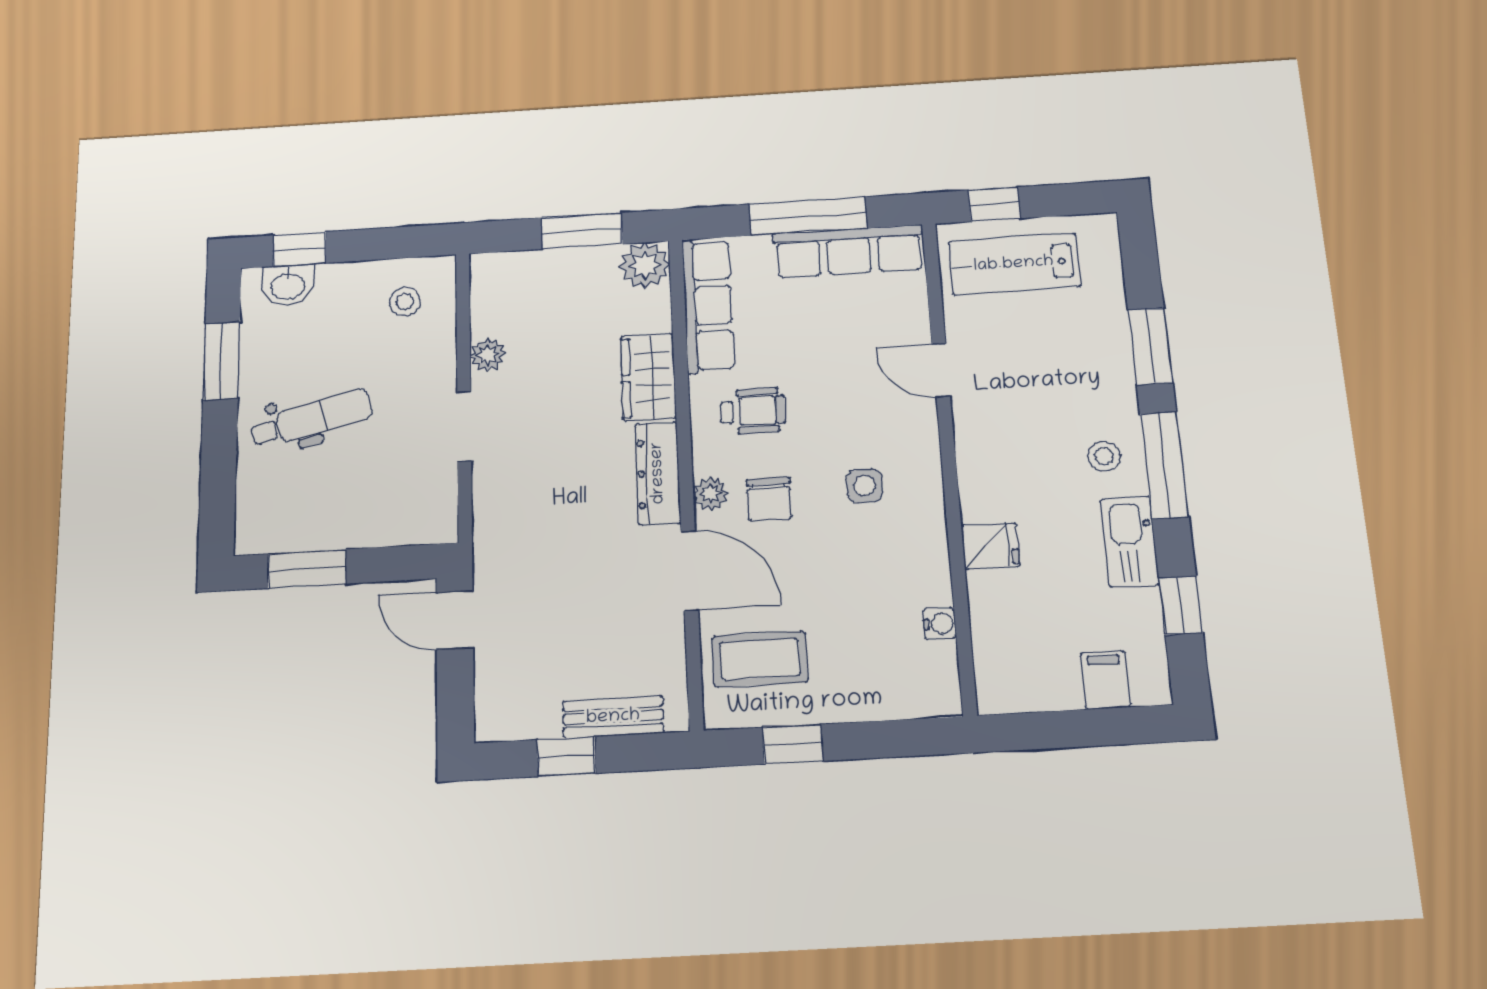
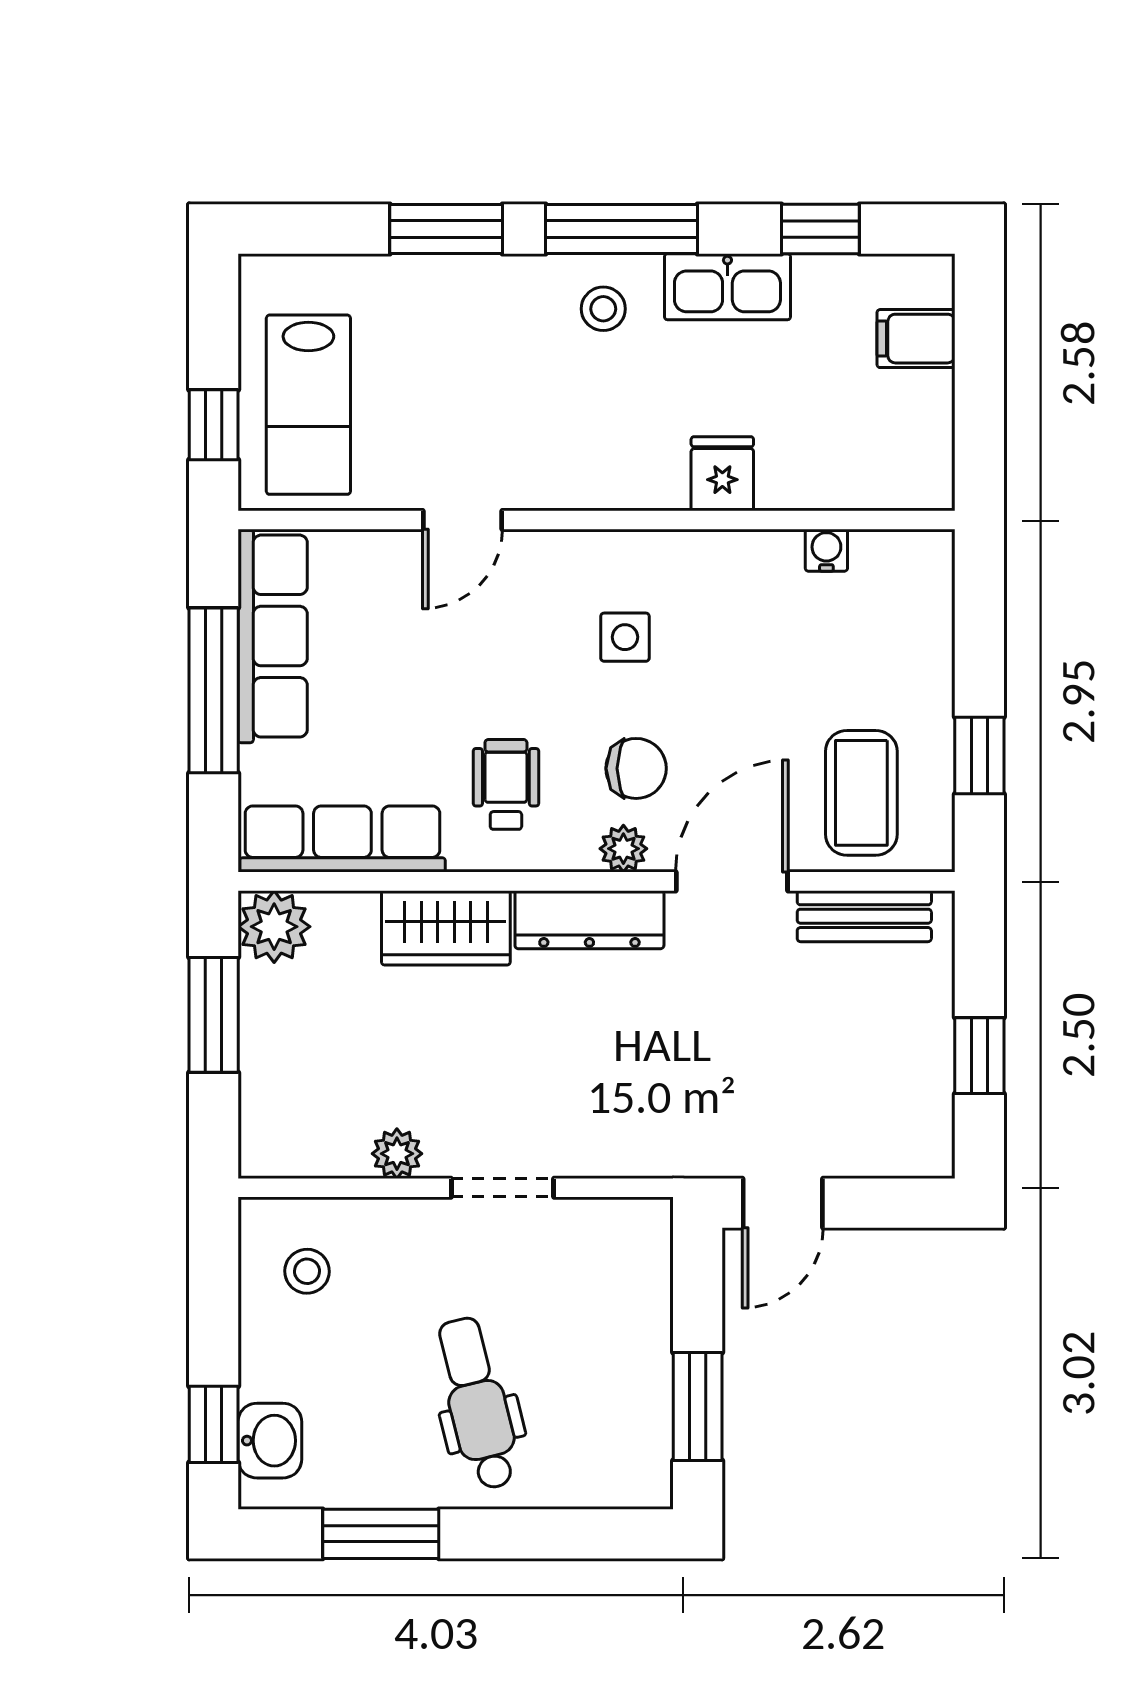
bench: (613, 717) -> (864, 916), moved, turned 90

